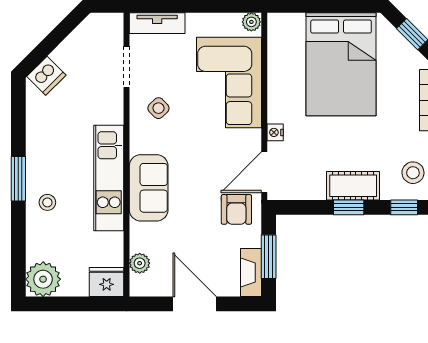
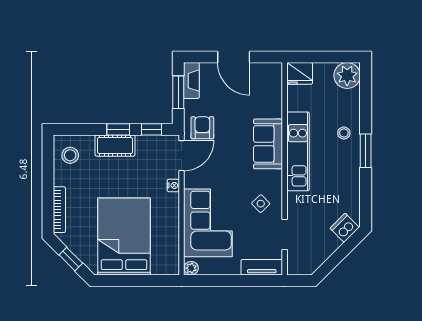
window: (404, 207) -> (152, 129), moved
plant: (140, 263) -> (275, 87), removed

